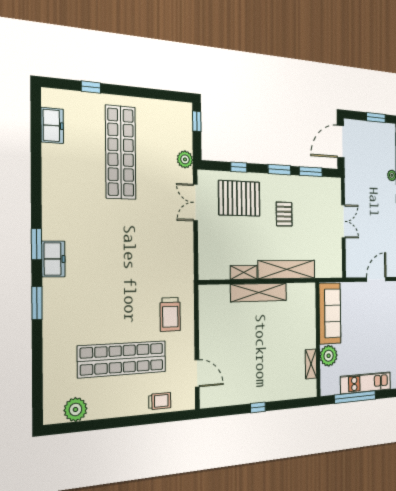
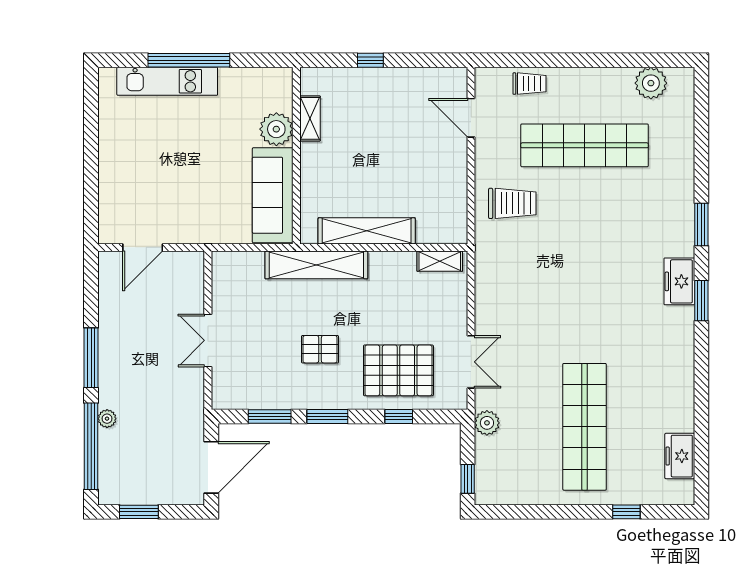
pallet: (284, 214) -> (320, 349), turned 90
shelving: (244, 272) -> (440, 261), moved
sofa: (330, 313) -> (273, 195), moved
trolley: (170, 314) -> (512, 203), turned 90
wall: (318, 339) -> (296, 156), moved
plant: (329, 356) -> (276, 129), moved
shelving: (311, 364) -> (310, 118), moved
trolley: (160, 401) -> (529, 84), turned 180

